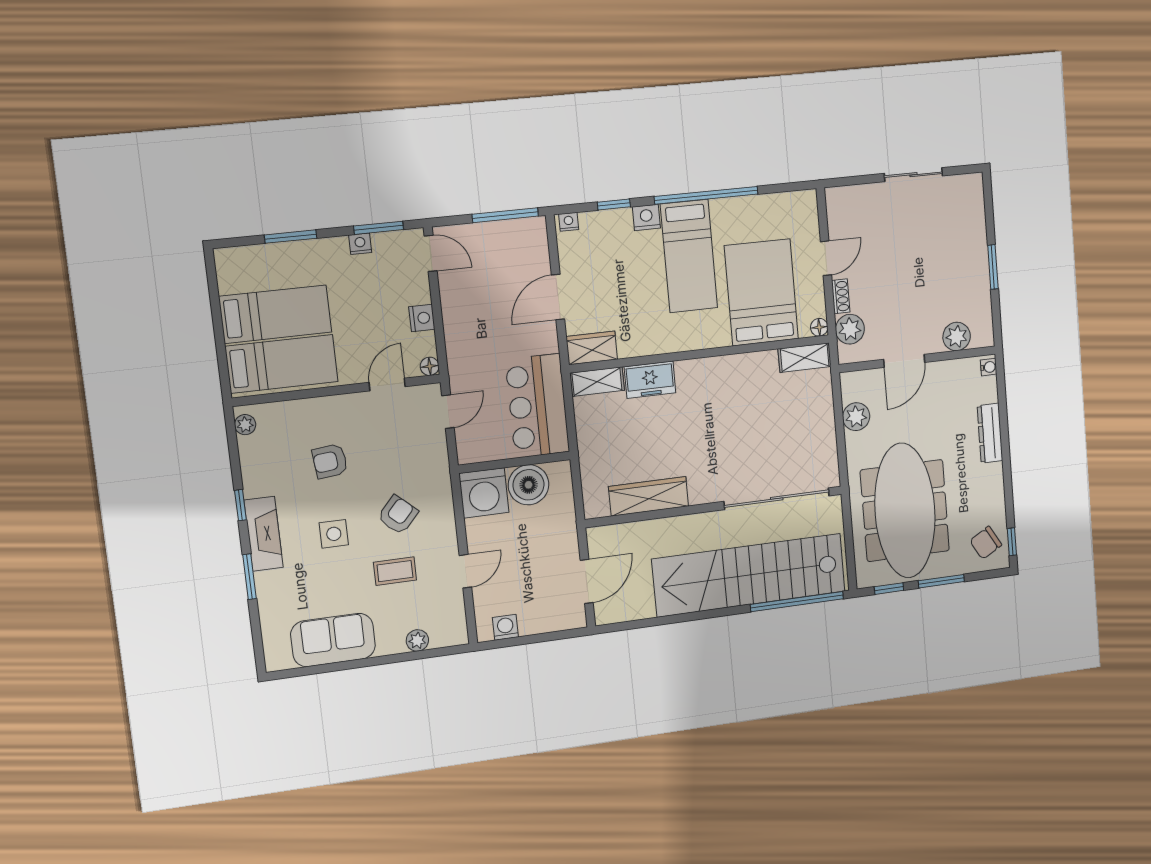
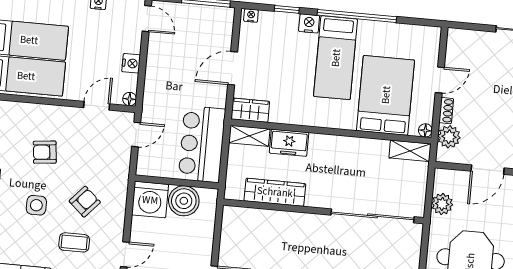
wardrobe: (649, 496) -> (275, 192), moved
sliding door: (777, 499) -> (372, 216), moved
wall: (715, 507) -> (324, 211), moved

